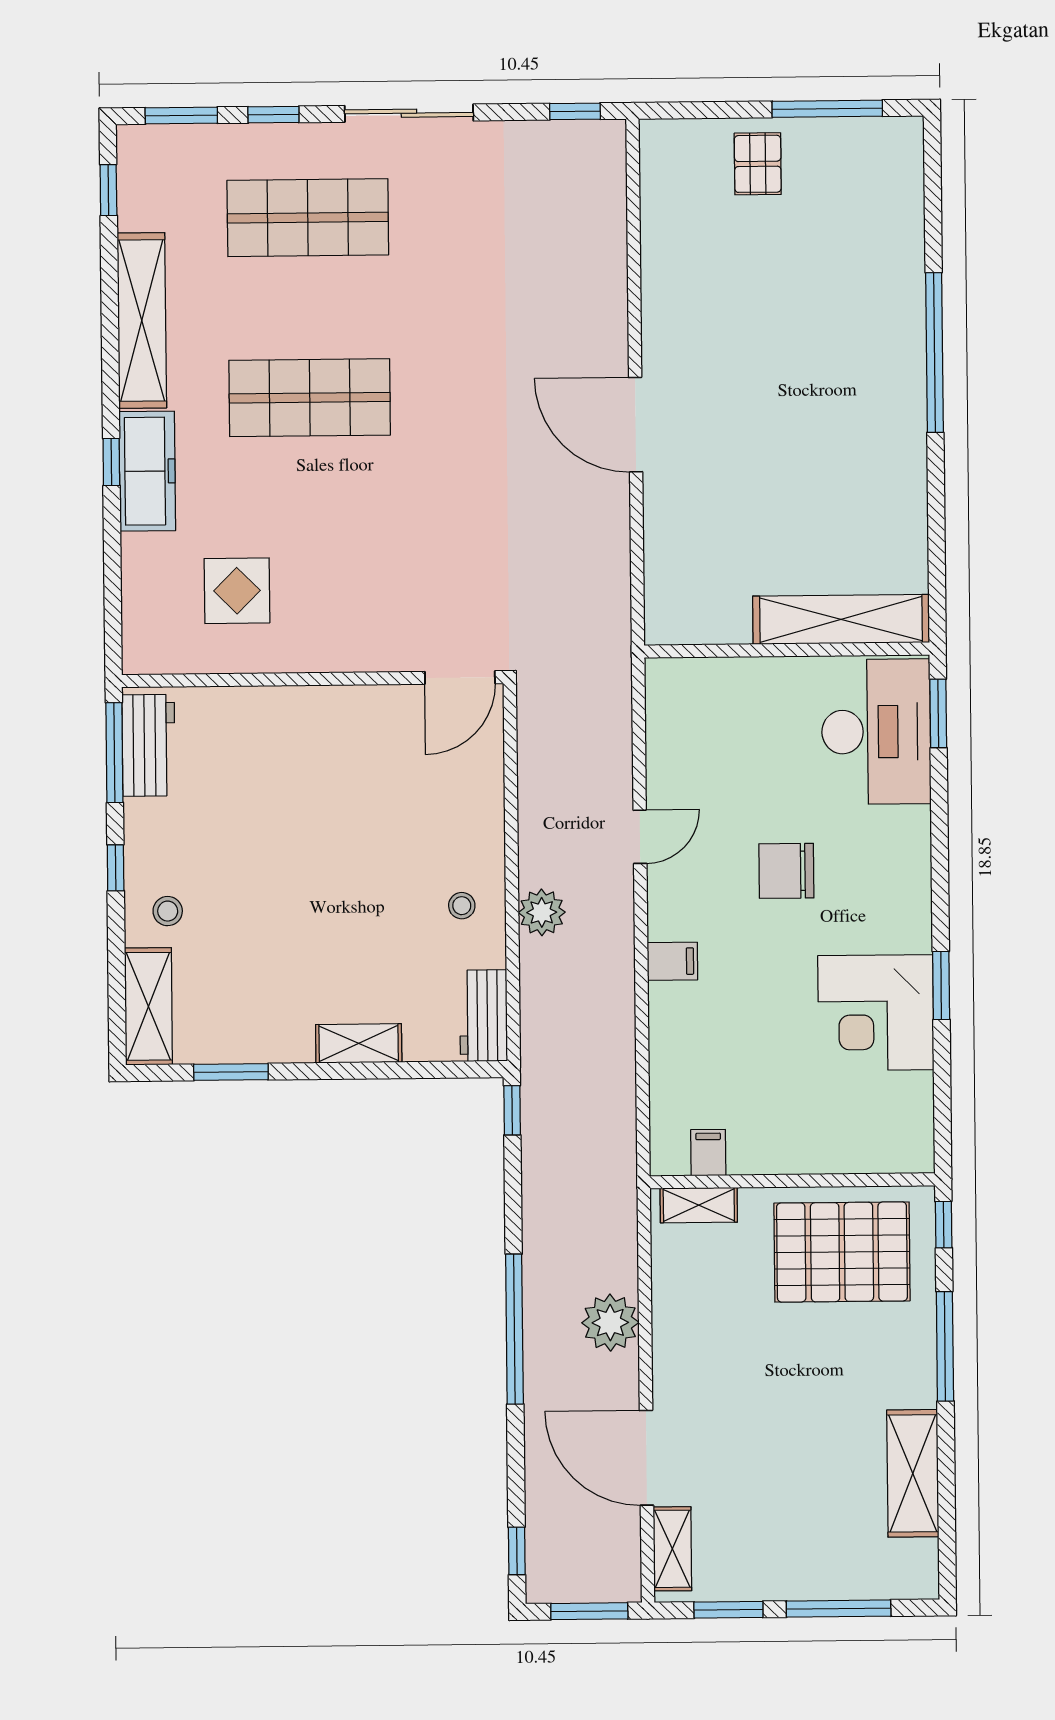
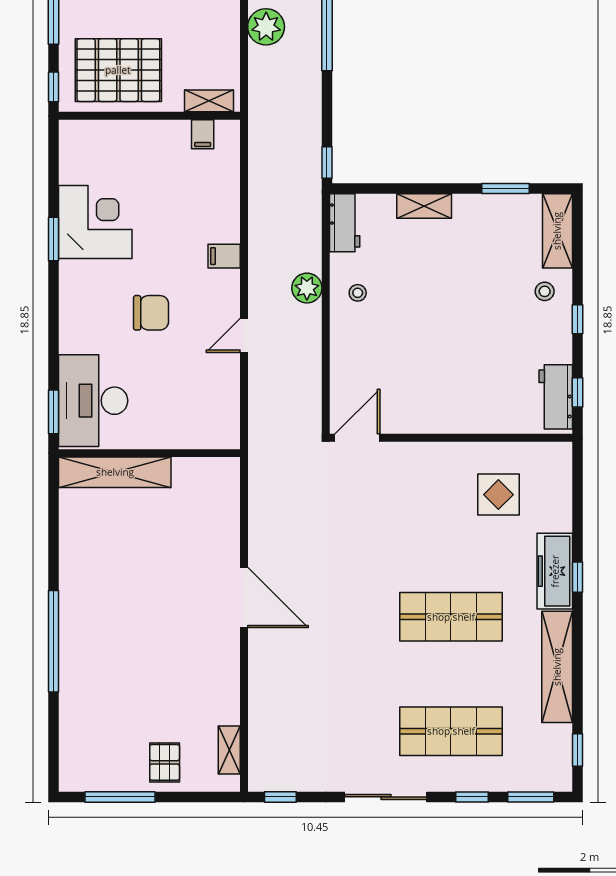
shelving: (656, 184) -> (229, 750), added
window: (114, 753) -> (577, 392), width x0.46

